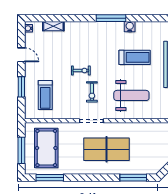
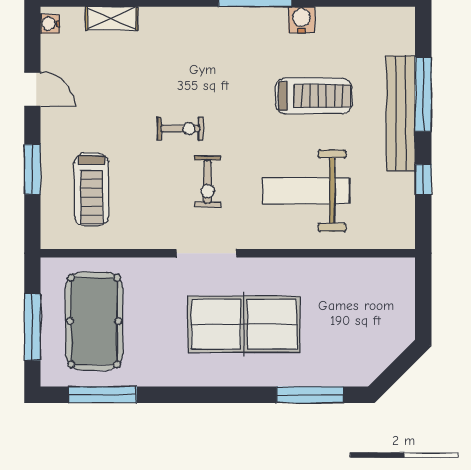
weight bench: (131, 95) -> (306, 191), turned 180

